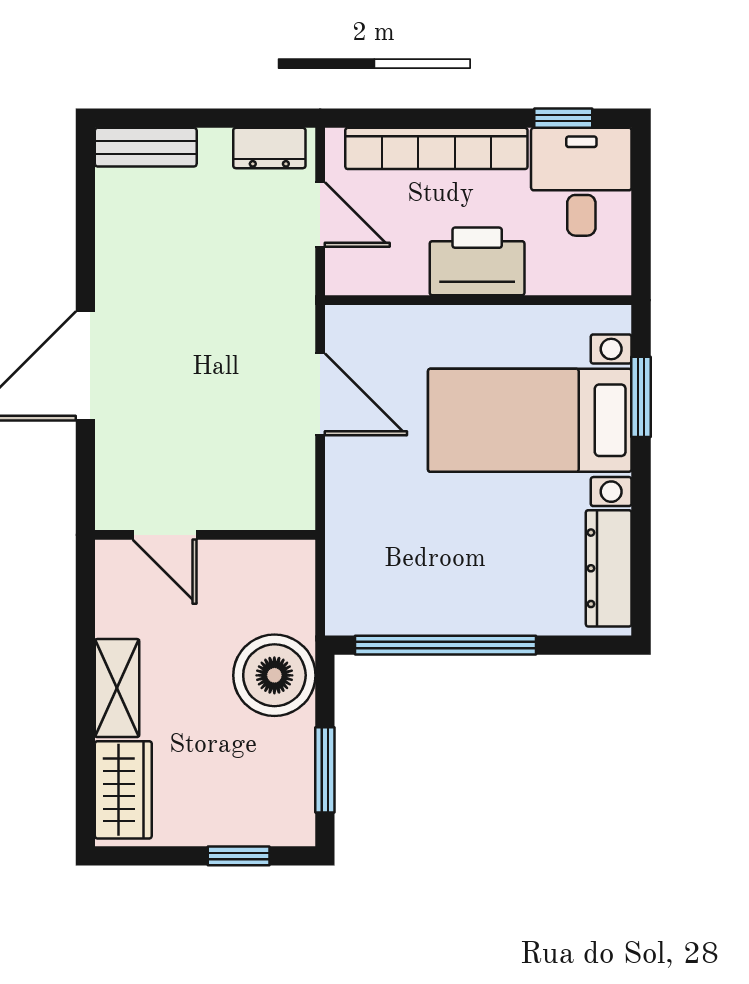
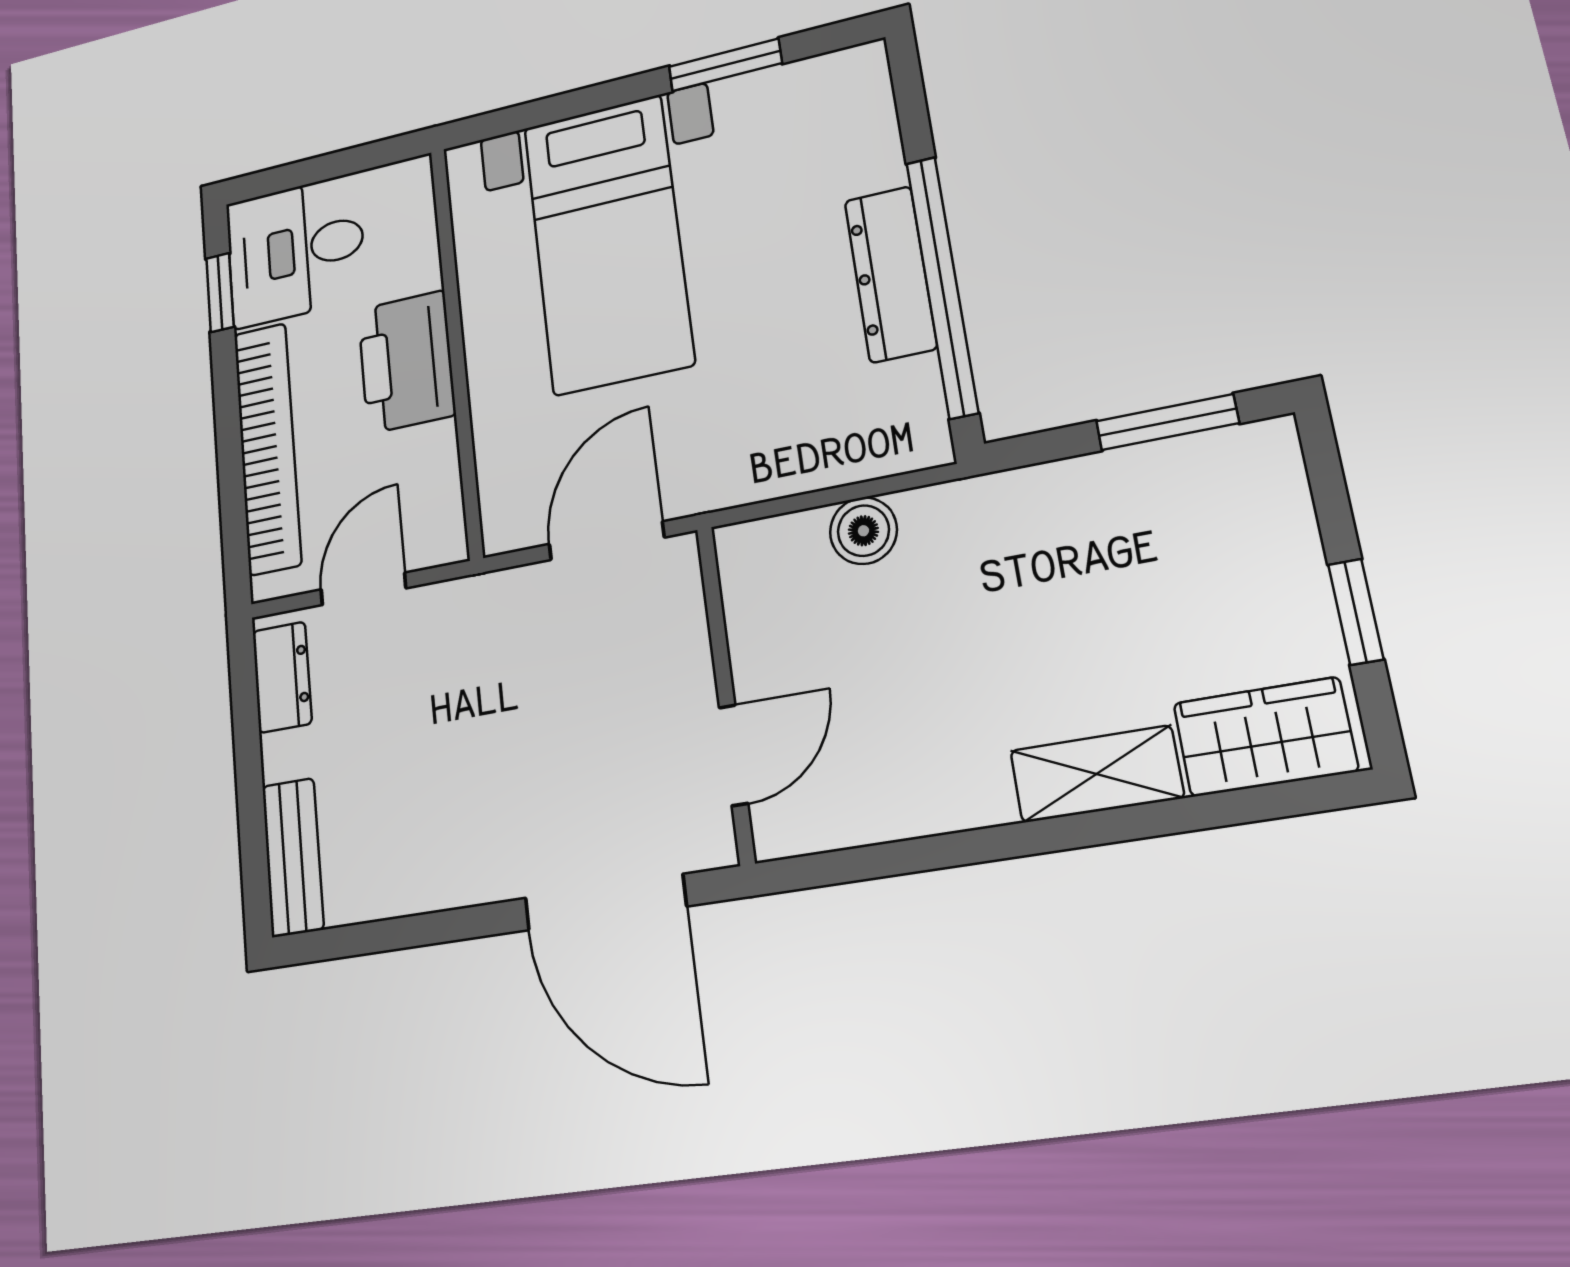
window: (641, 397) -> (725, 65), moved
door: (165, 535) -> (734, 755), moved
wall: (205, 535) -> (725, 693), moved
dresser: (609, 568) -> (891, 274), moved, turned 90
boiler: (274, 675) -> (863, 531), moved, width x0.54, depth x0.54
window: (239, 856) -> (1356, 612), moved

